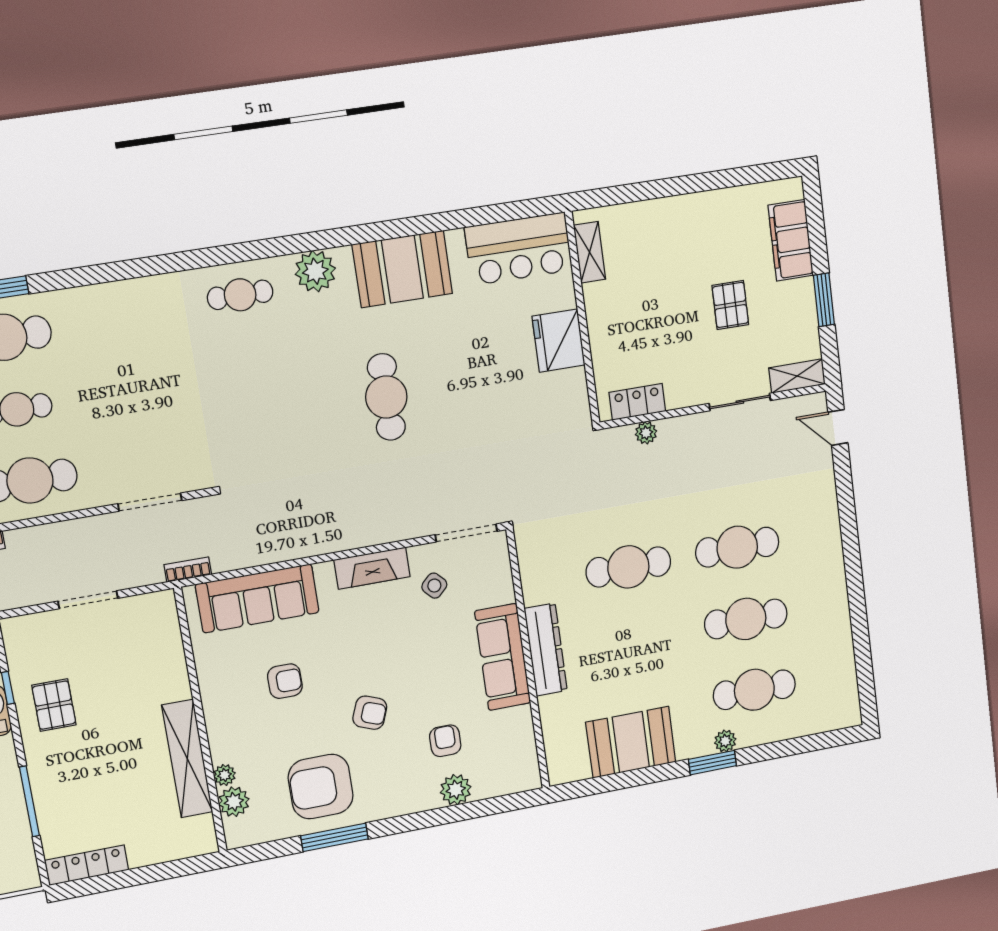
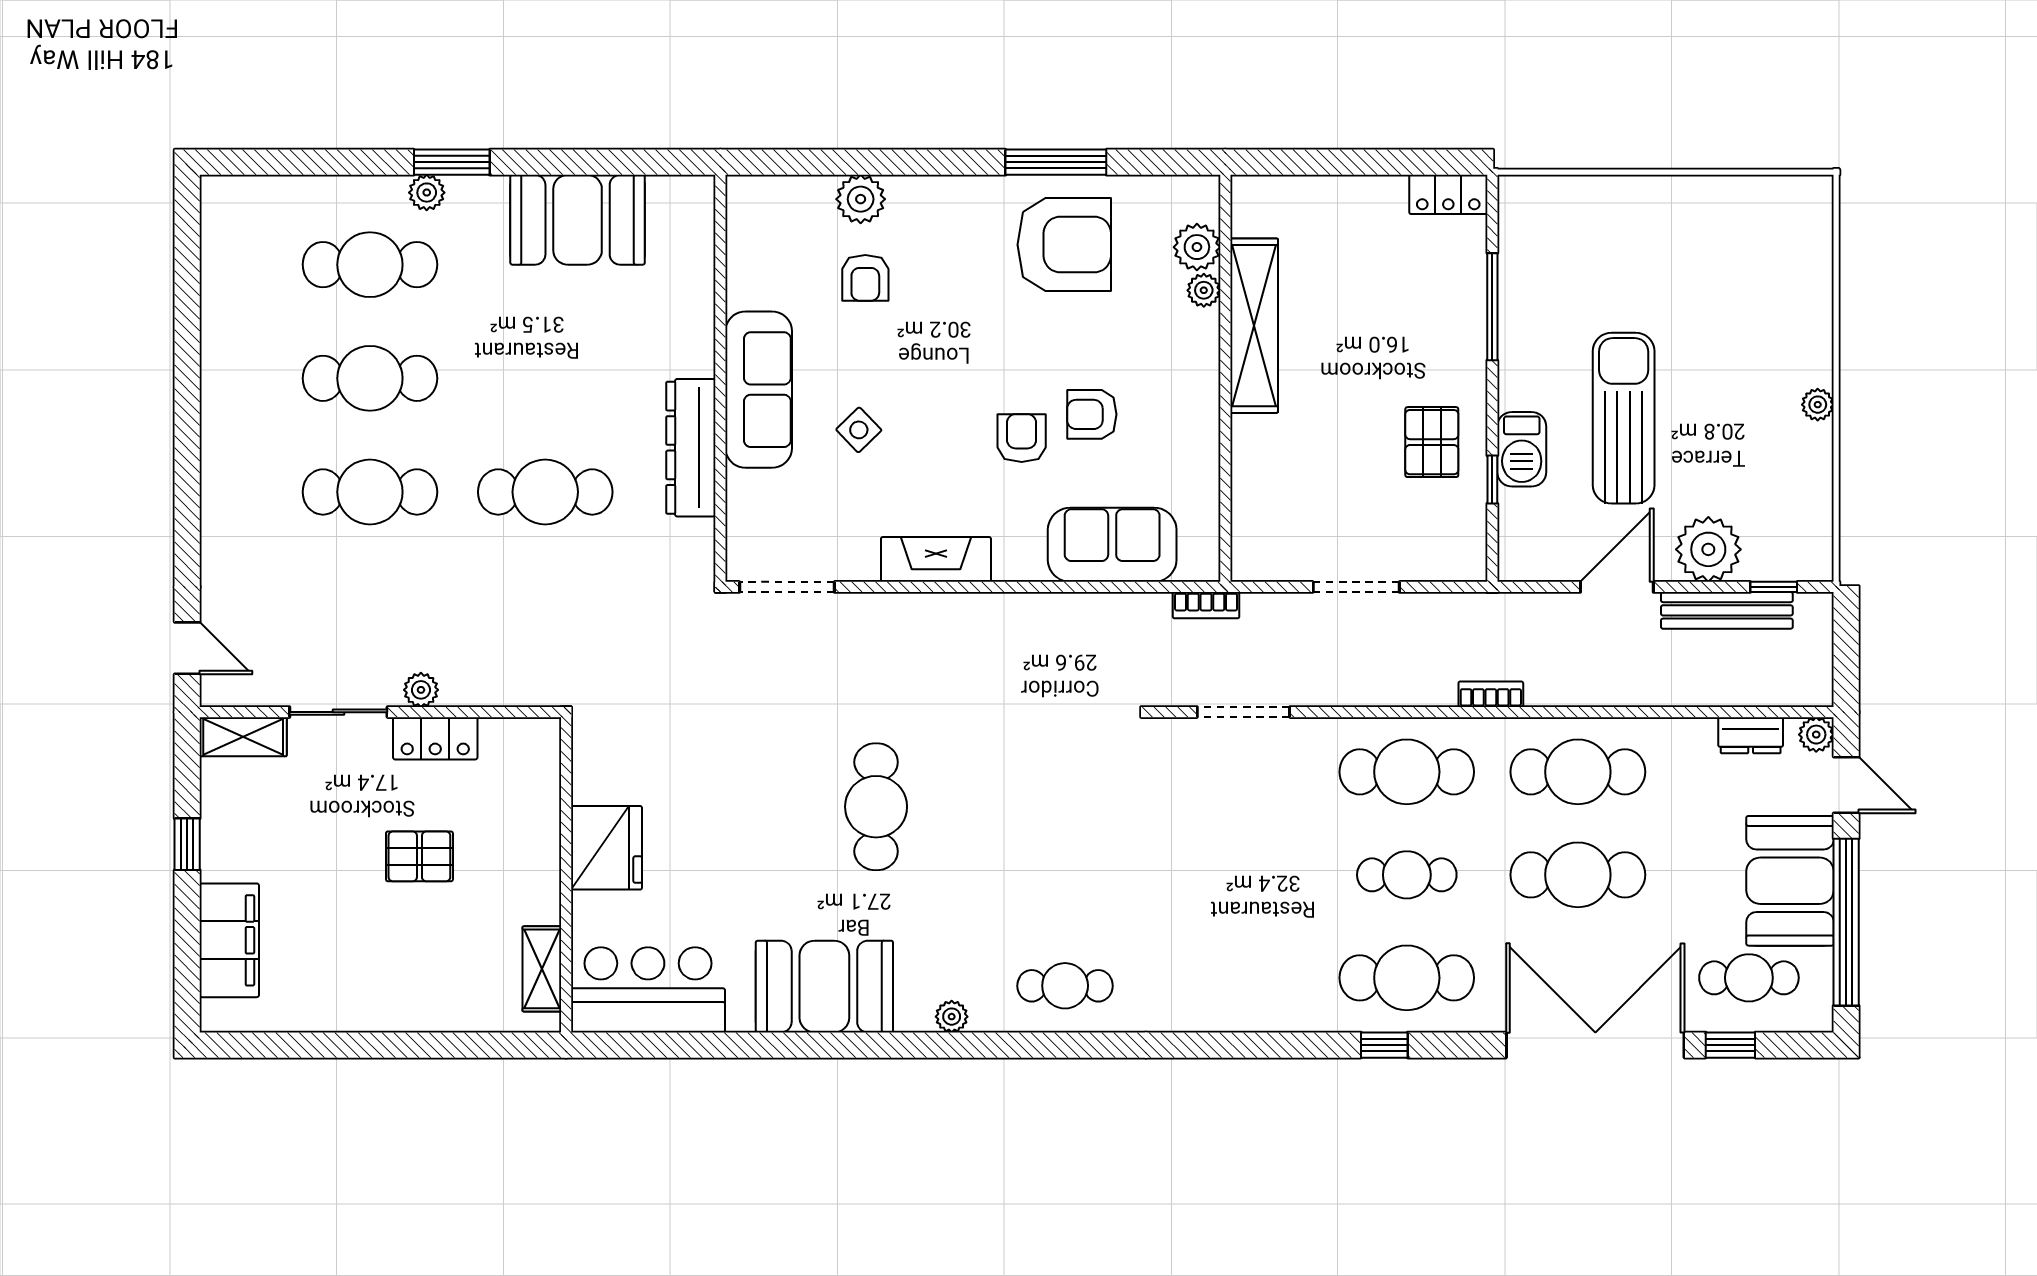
plant: (315, 271) -> (952, 1017), width x0.53, depth x0.53
window: (824, 300) -> (187, 844), width x0.67
pallet: (730, 305) -> (419, 856), moved, turned 90
locker: (637, 402) -> (435, 738), moved
plant: (646, 433) -> (421, 690), moved
side table: (434, 586) -> (859, 430), moved
sofa: (257, 598) -> (1112, 545), width x0.73
dresser: (546, 650) -> (691, 448), moved
armchair: (370, 713) -> (1022, 438), moved, turned 69
locker: (87, 865) -> (1448, 194), width x0.66

